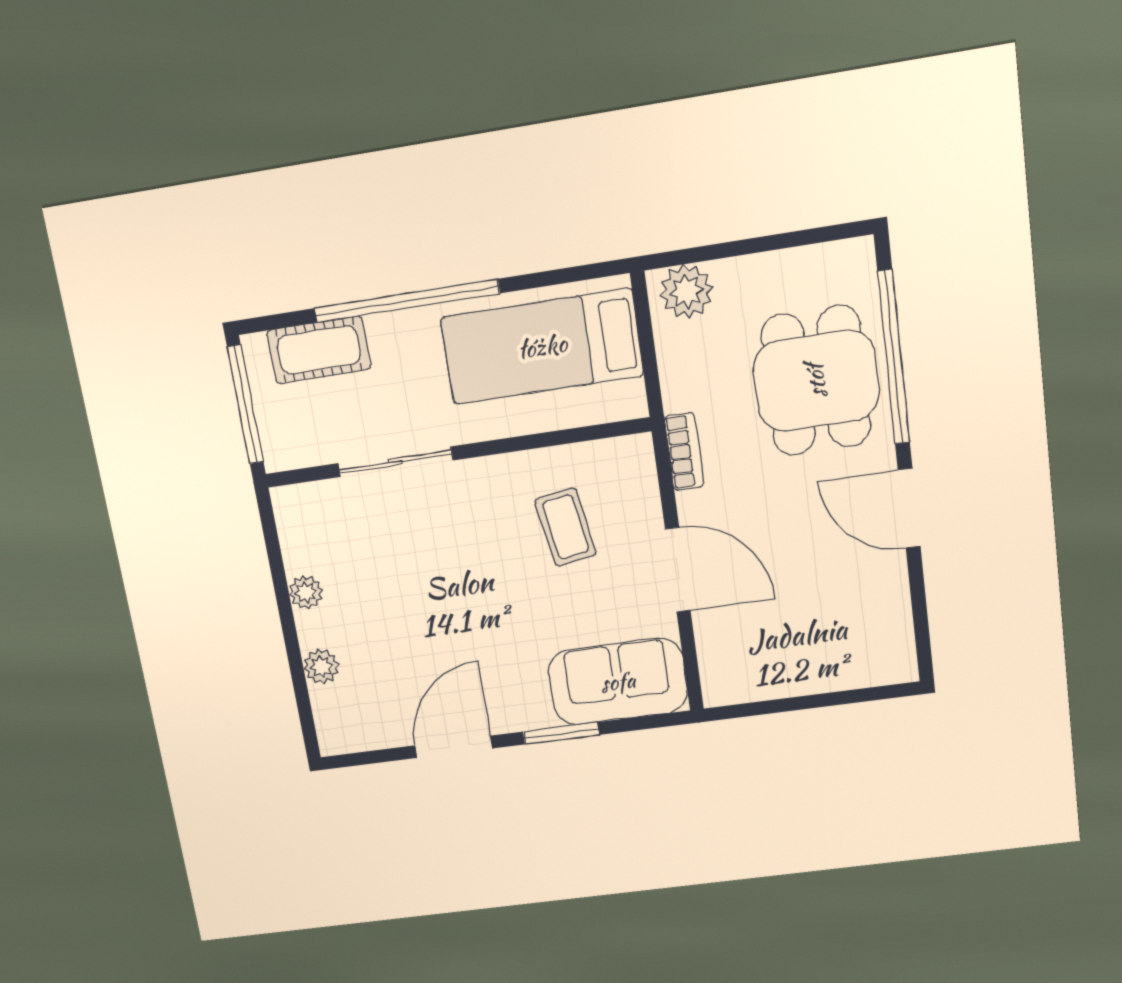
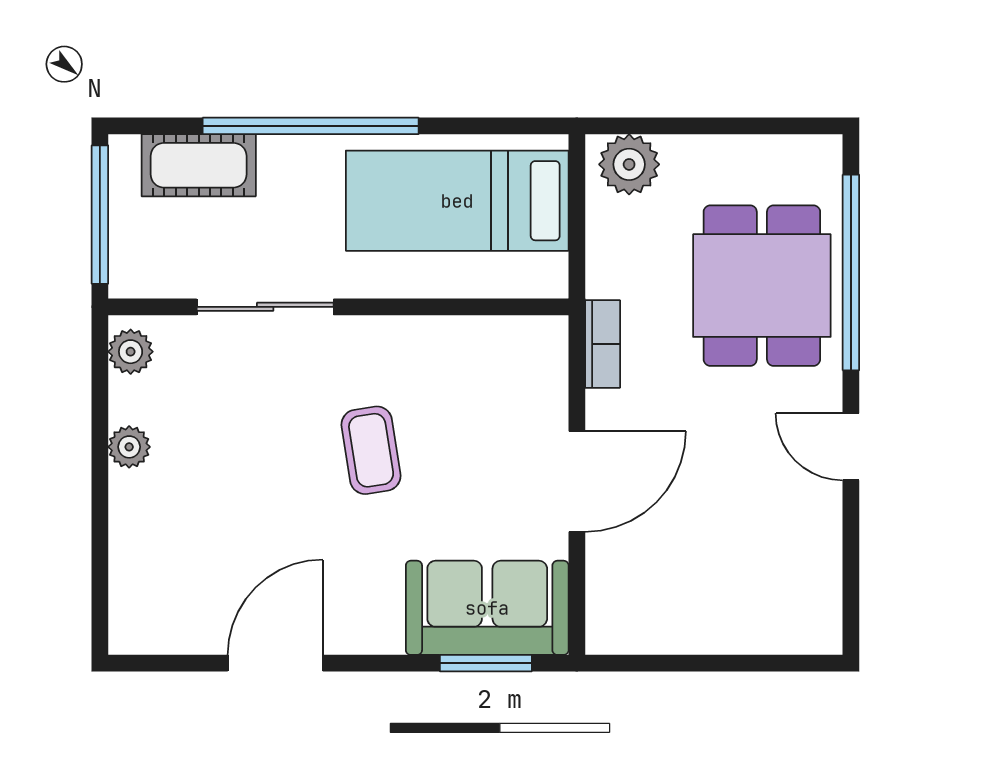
door: (909, 508) -> (851, 447), width x0.73
coffee table: (566, 527) -> (371, 450), moved
door: (678, 570) -> (577, 481), hinge flipped
plant: (321, 667) -> (131, 352), moved
window: (561, 733) -> (486, 663), moved

